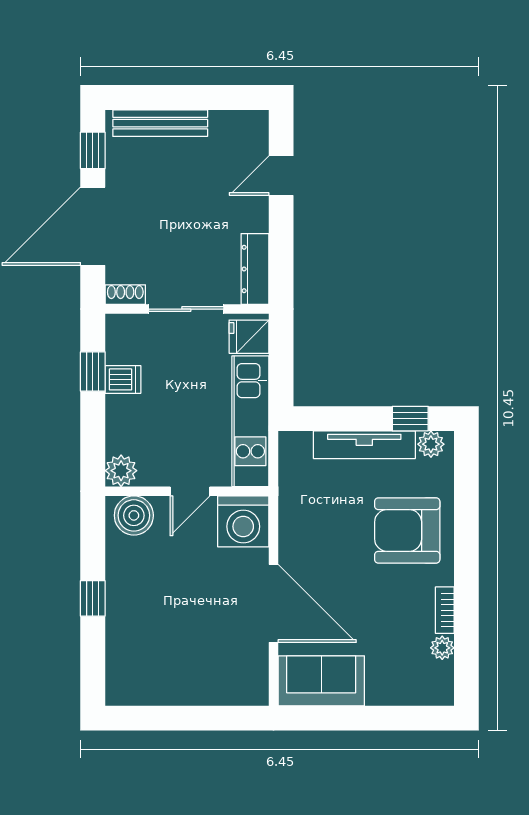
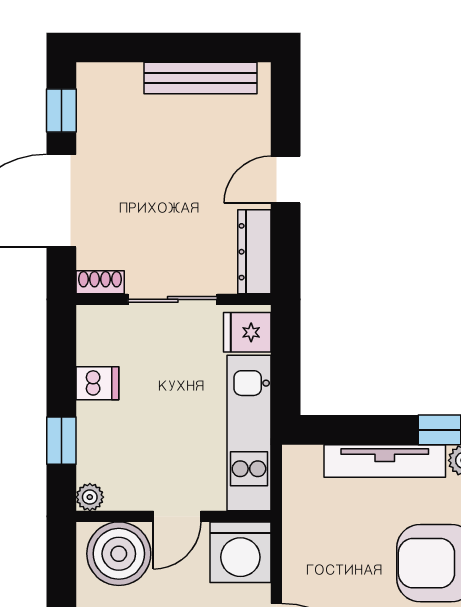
bench: (160, 123) -> (200, 78), moved
door: (281, 176) -> (286, 180), moved
window: (93, 372) -> (61, 441), moved
plant: (121, 471) -> (90, 497), width x0.73, depth x0.73
boiler: (134, 515) -> (119, 554), width x1.37, depth x1.37

